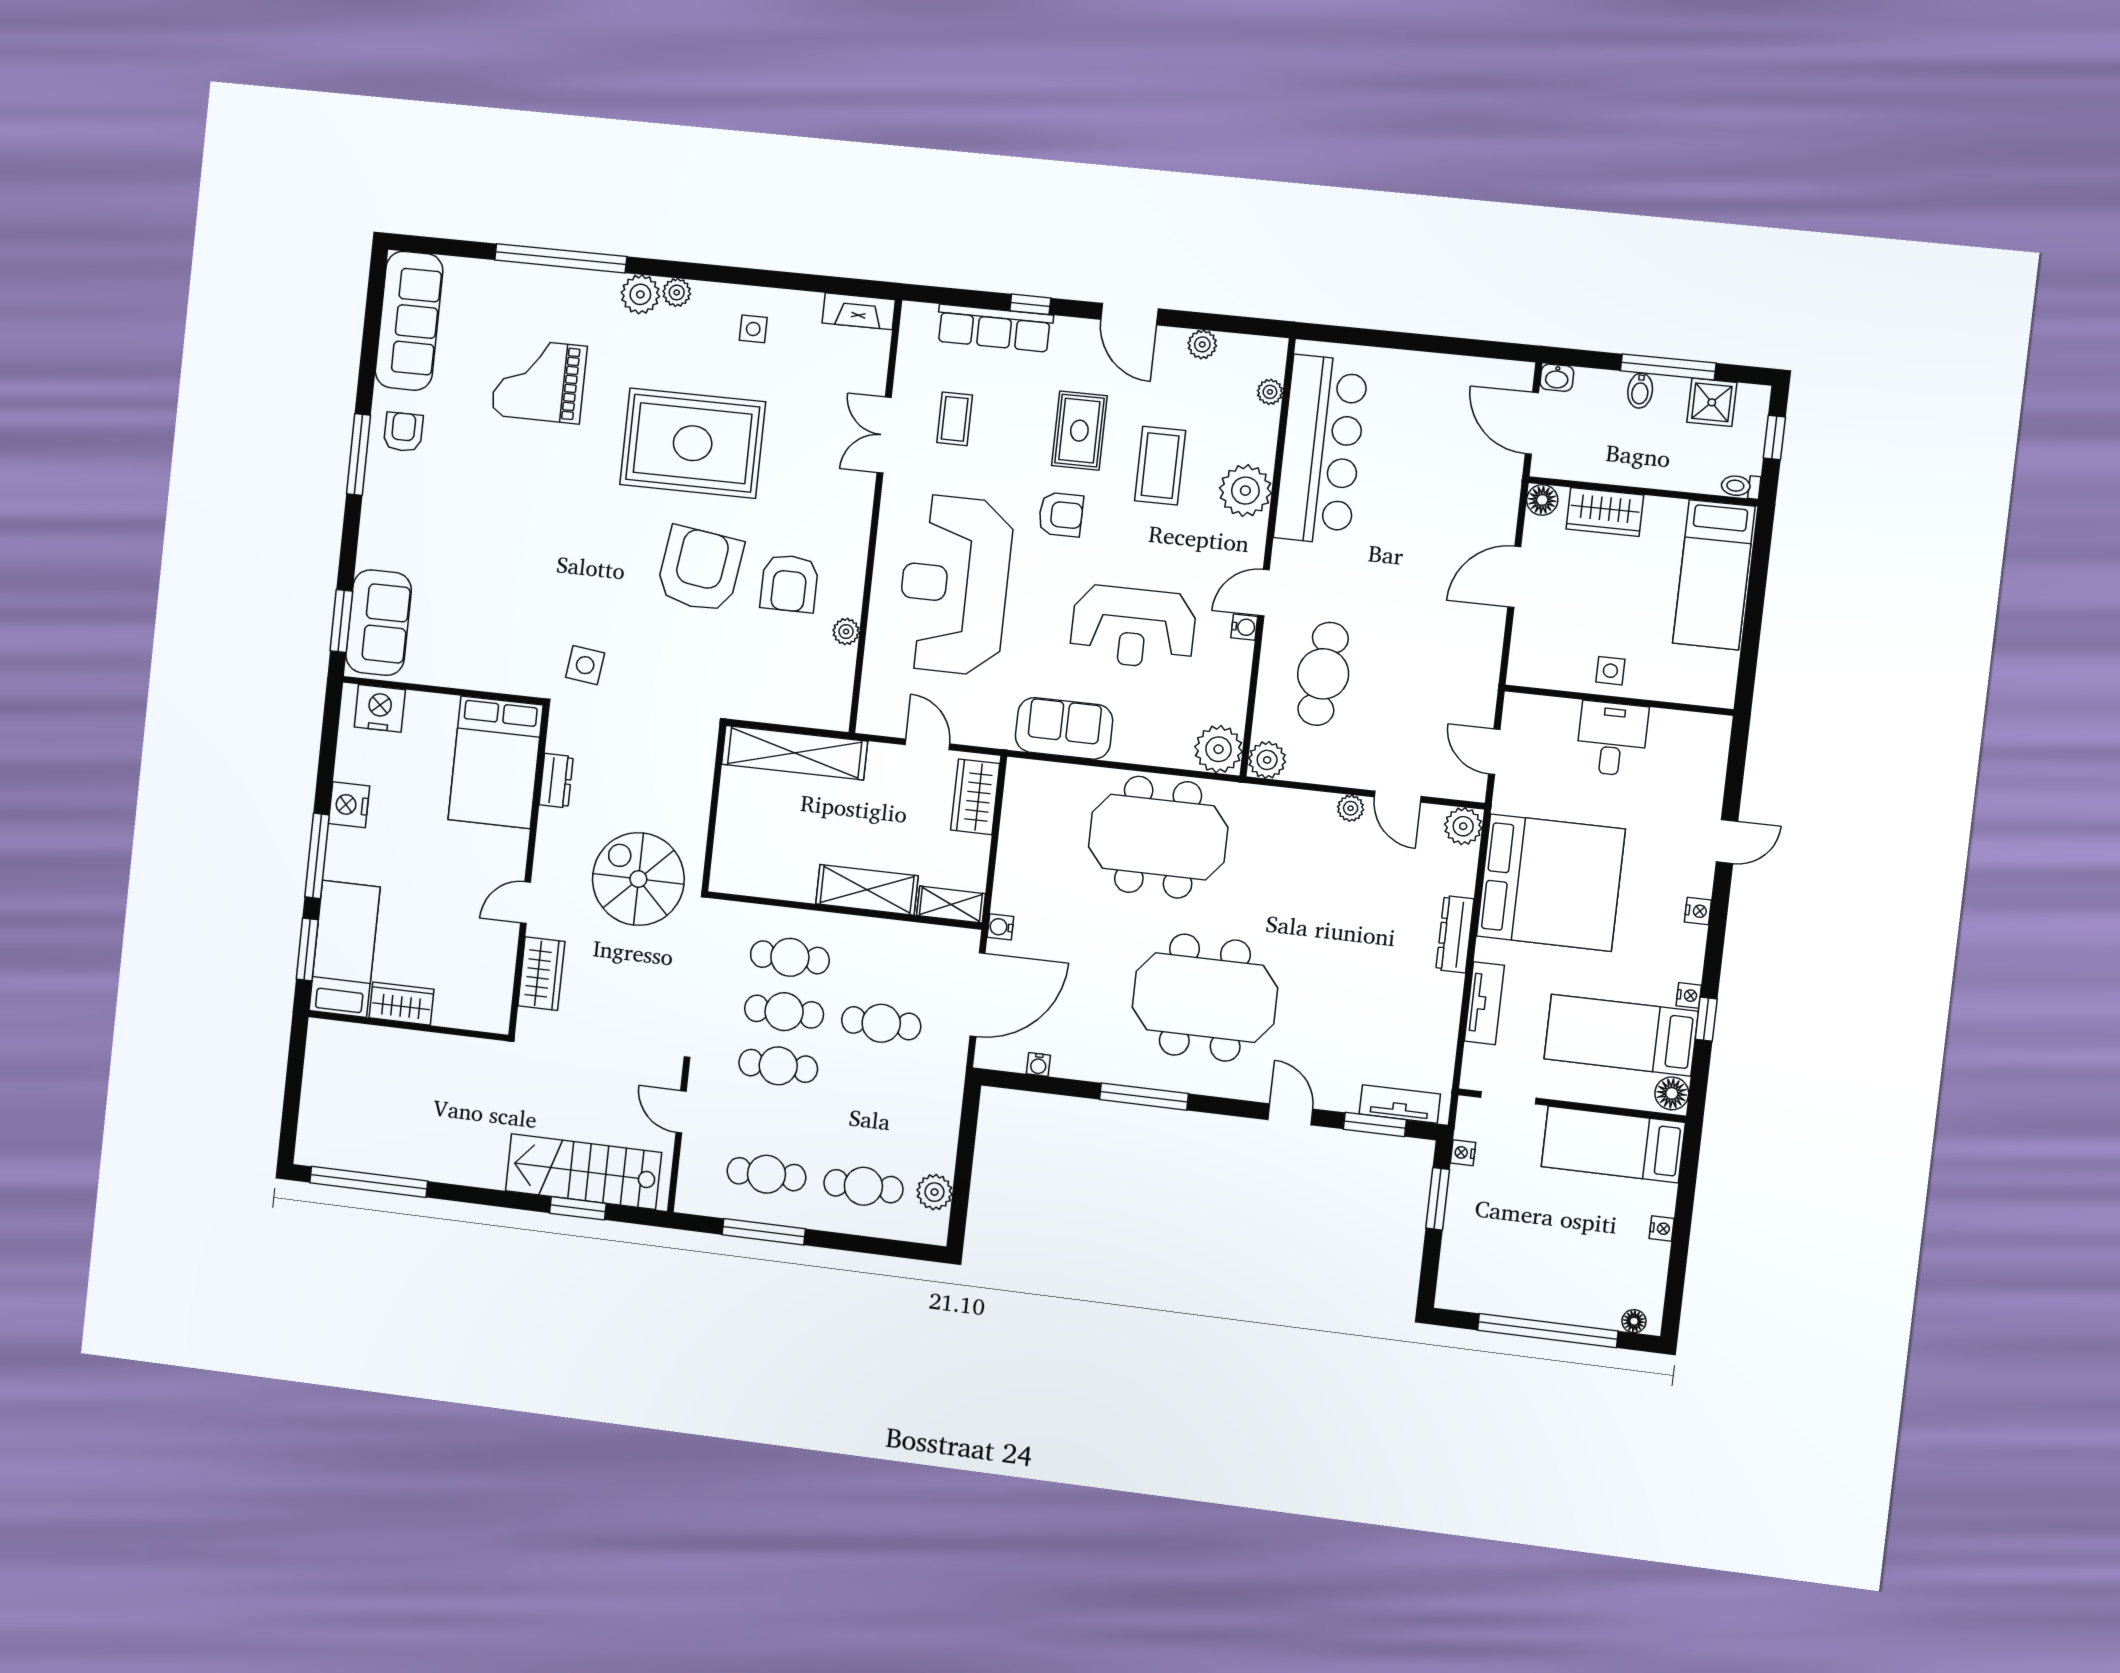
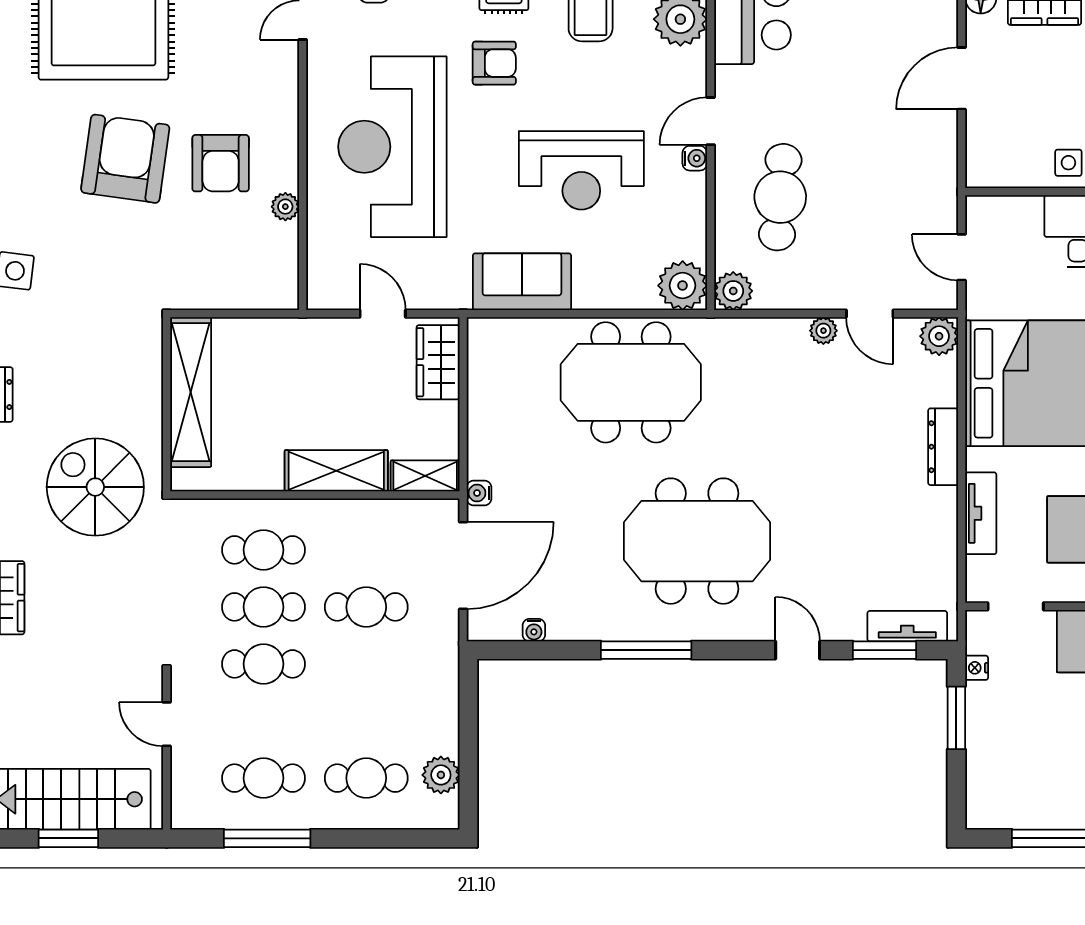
shelving: (795, 753) -> (191, 392), moved, turned 90

